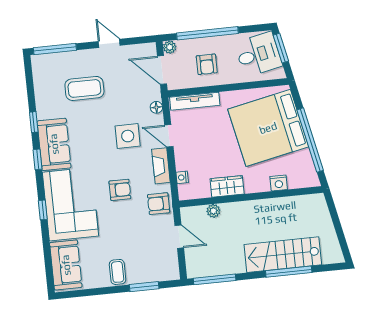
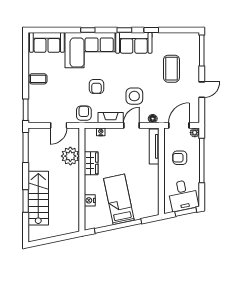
bed: (268, 128) -> (119, 199), width x0.49
plant: (213, 211) -> (70, 156), width x1.88, depth x1.88
window: (289, 272) -> (26, 201), width x0.69
window: (144, 287) -> (26, 110), moved

